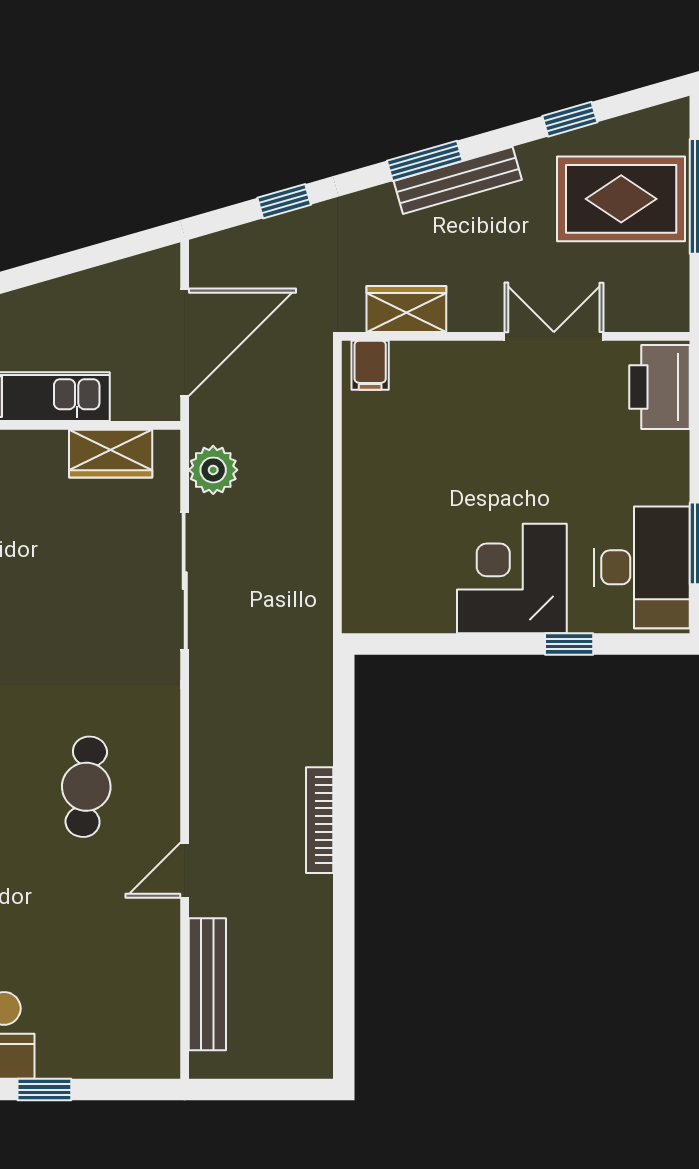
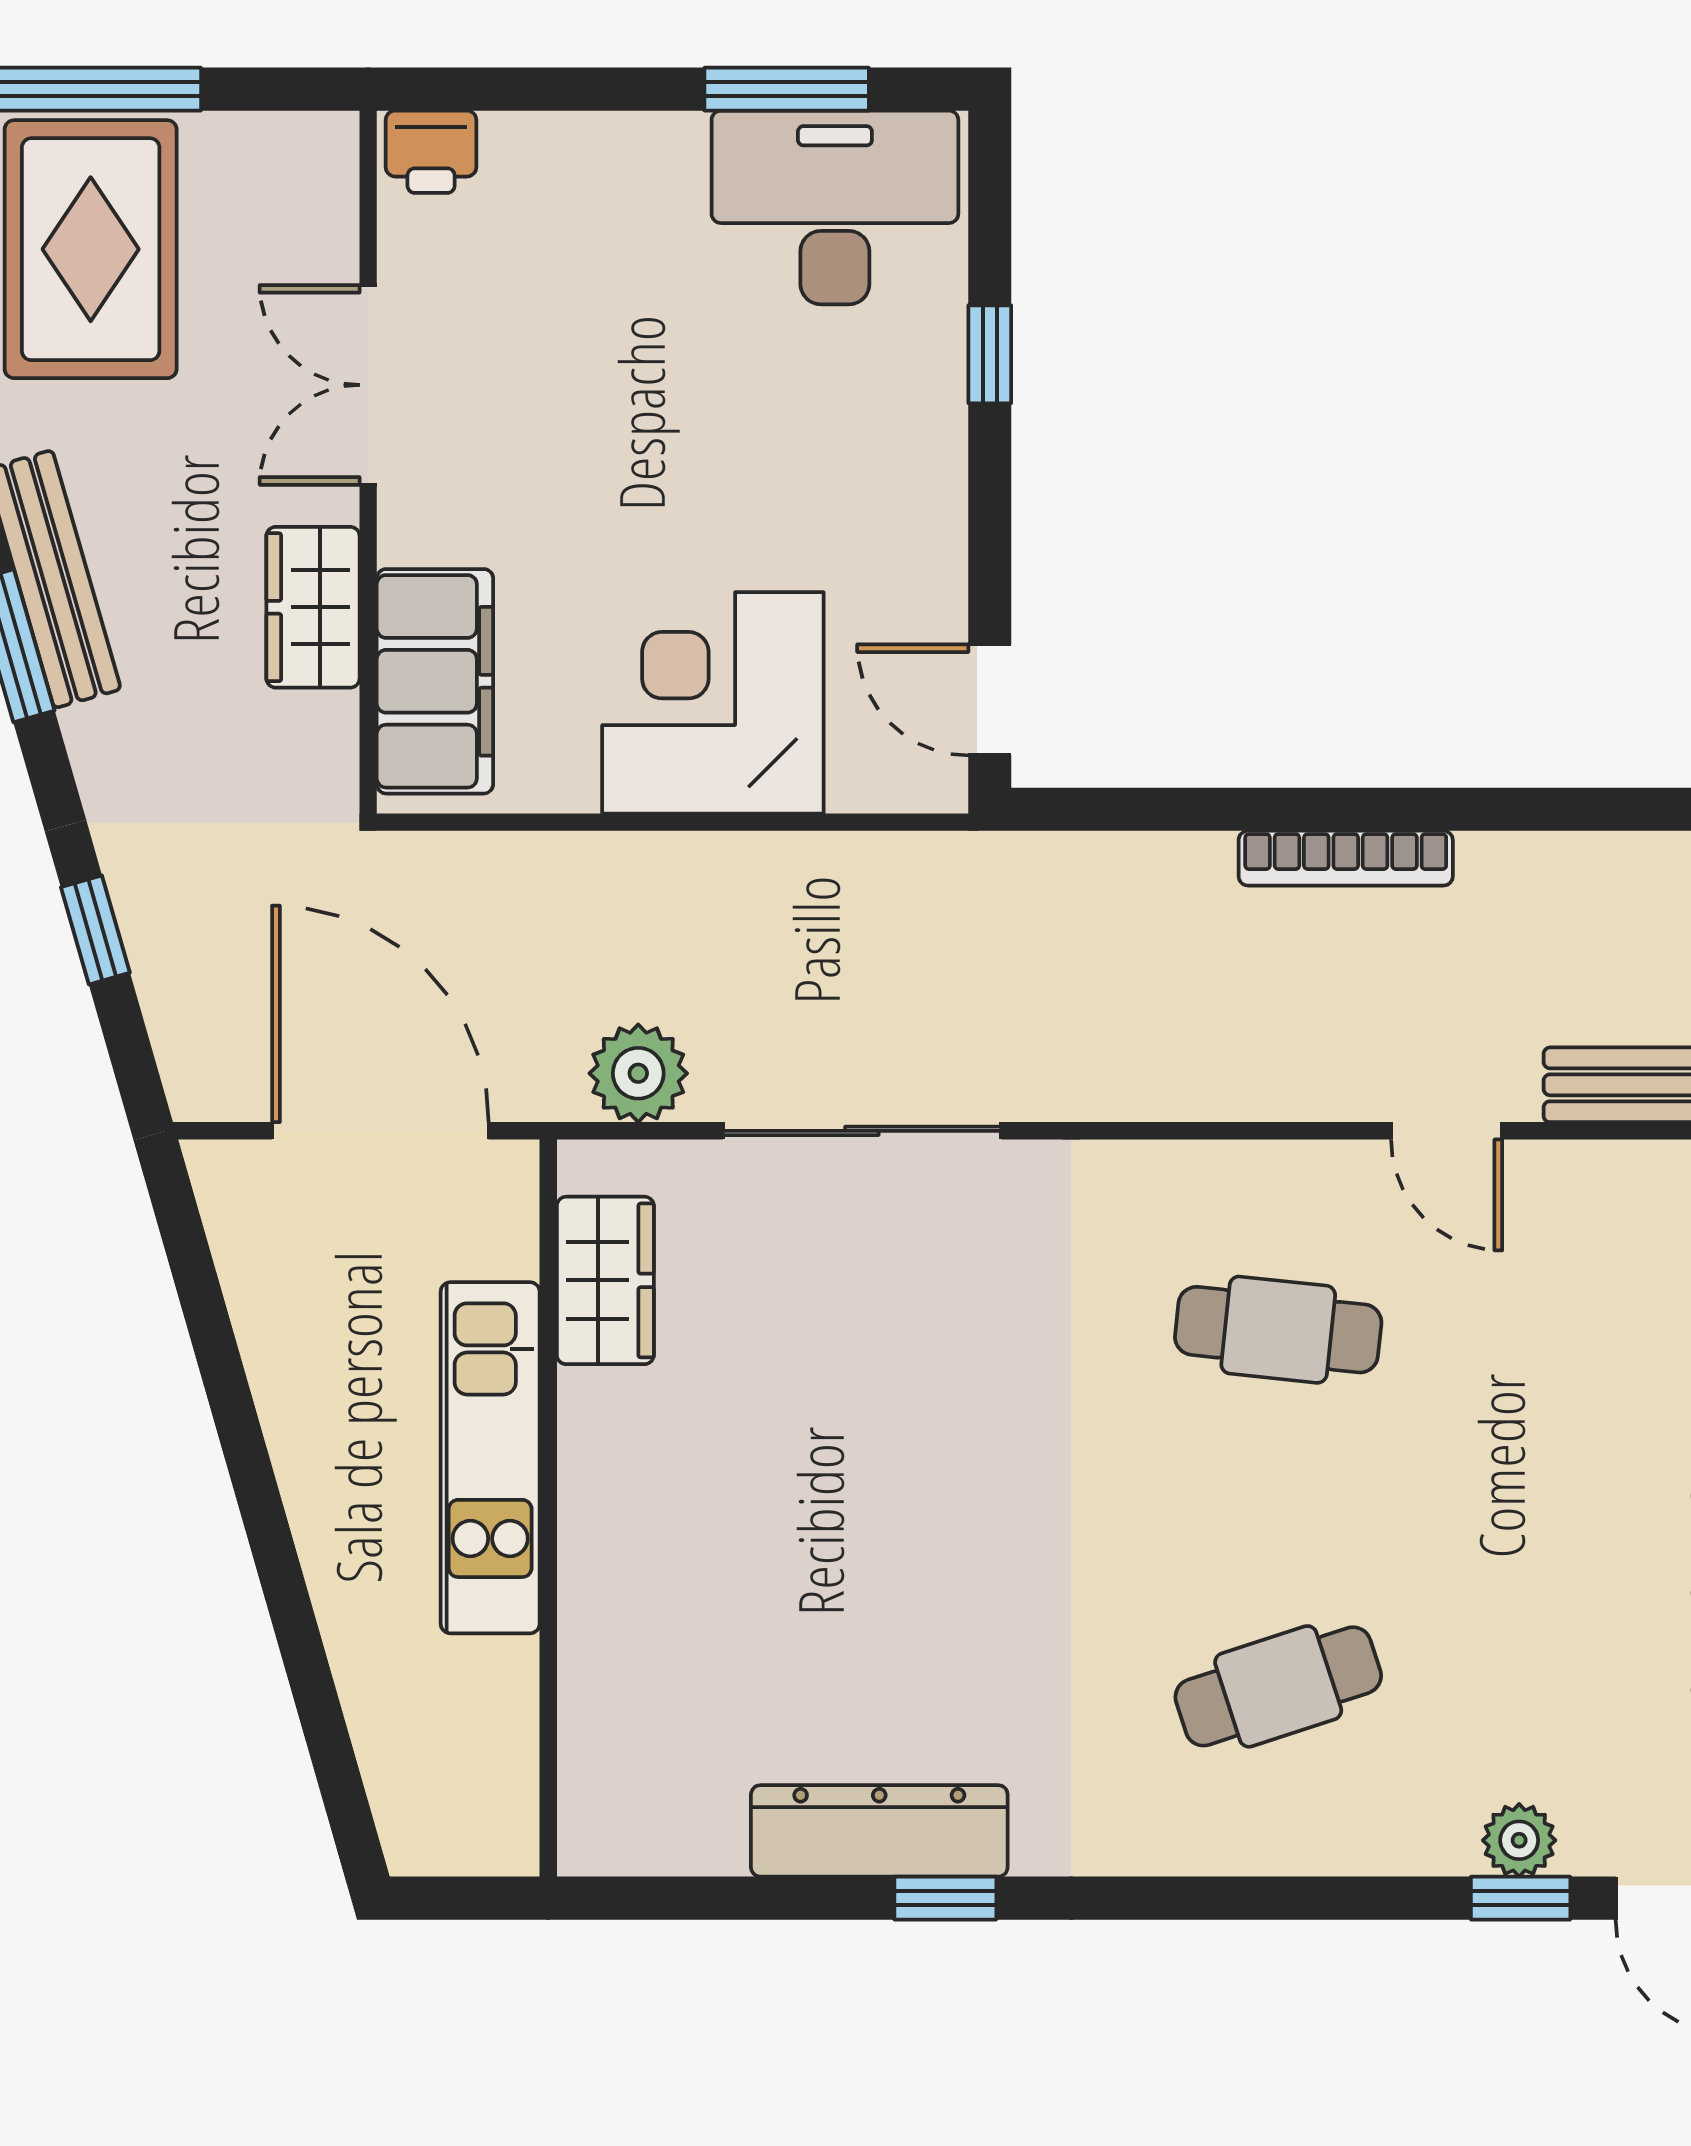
wardrobe: (406, 309) -> (313, 607), moved
filing cabinet: (370, 365) -> (435, 681), width x3.00, depth x1.17
printer: (659, 387) -> (431, 152), width x0.53, depth x0.68
corner desk: (512, 579) -> (713, 703), moved, turned 90
door: (398, 644) -> (990, 700), added

